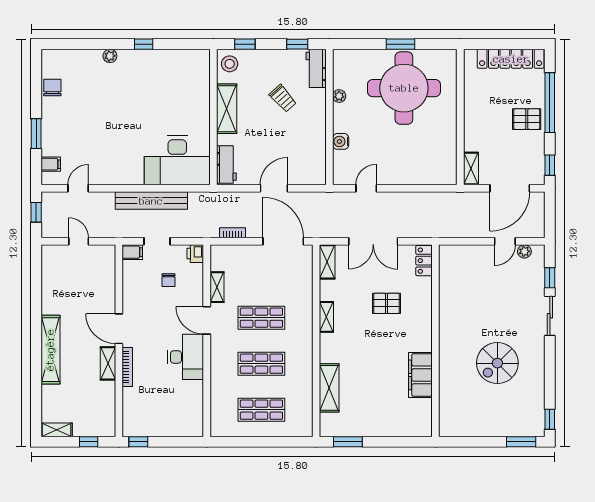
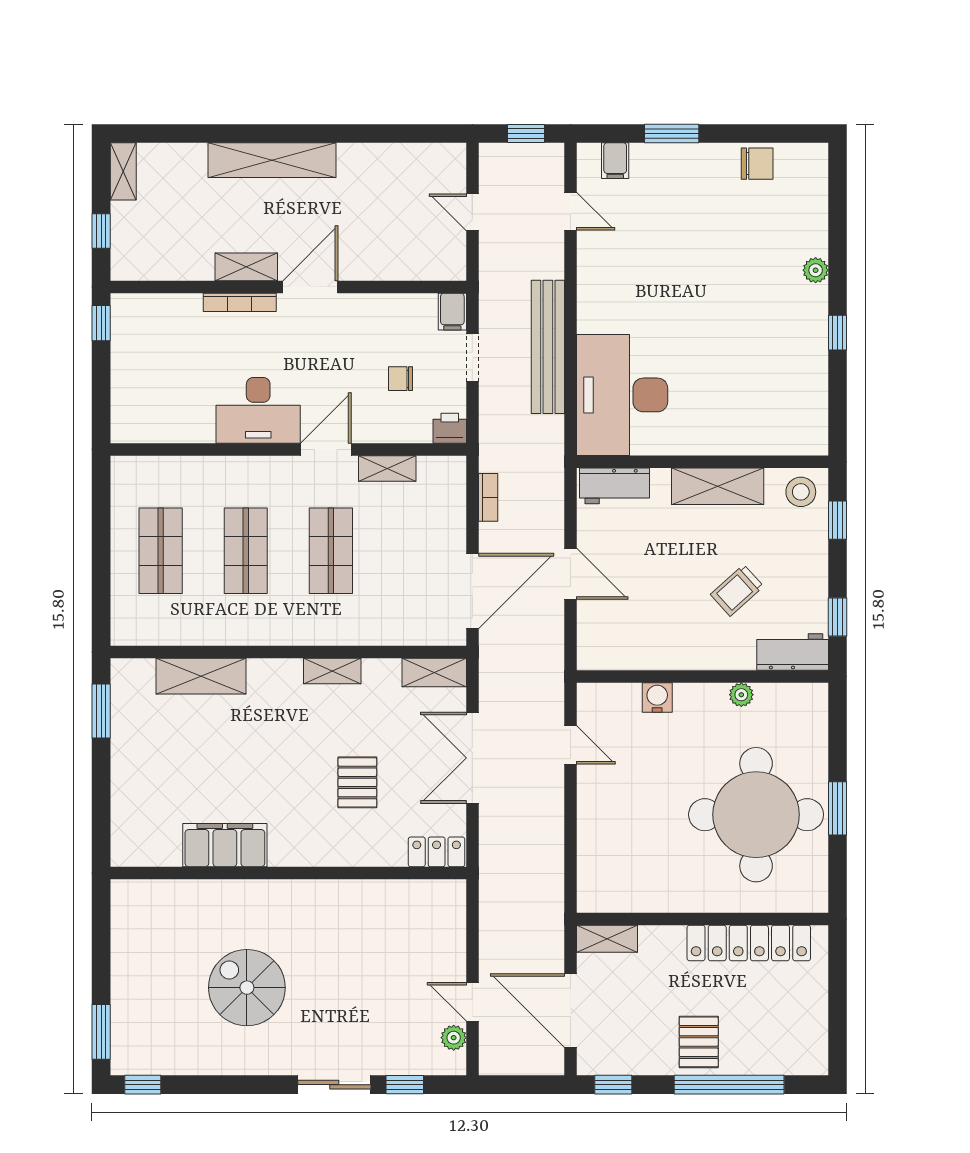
locker: (511, 59) -> (749, 943), moved, turned -90
door: (79, 241) -> (472, 212), swing flipped

